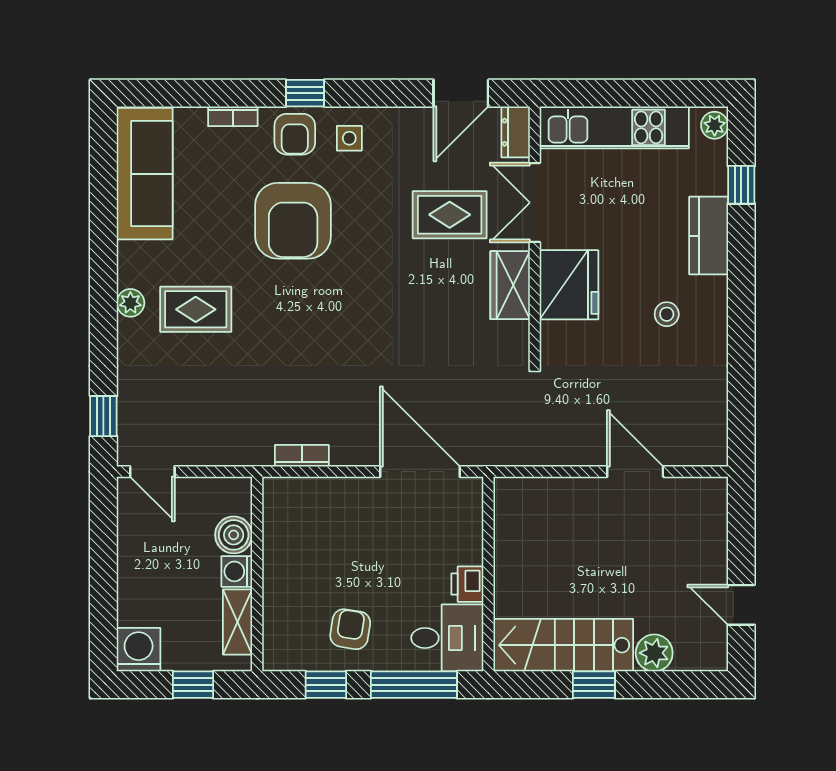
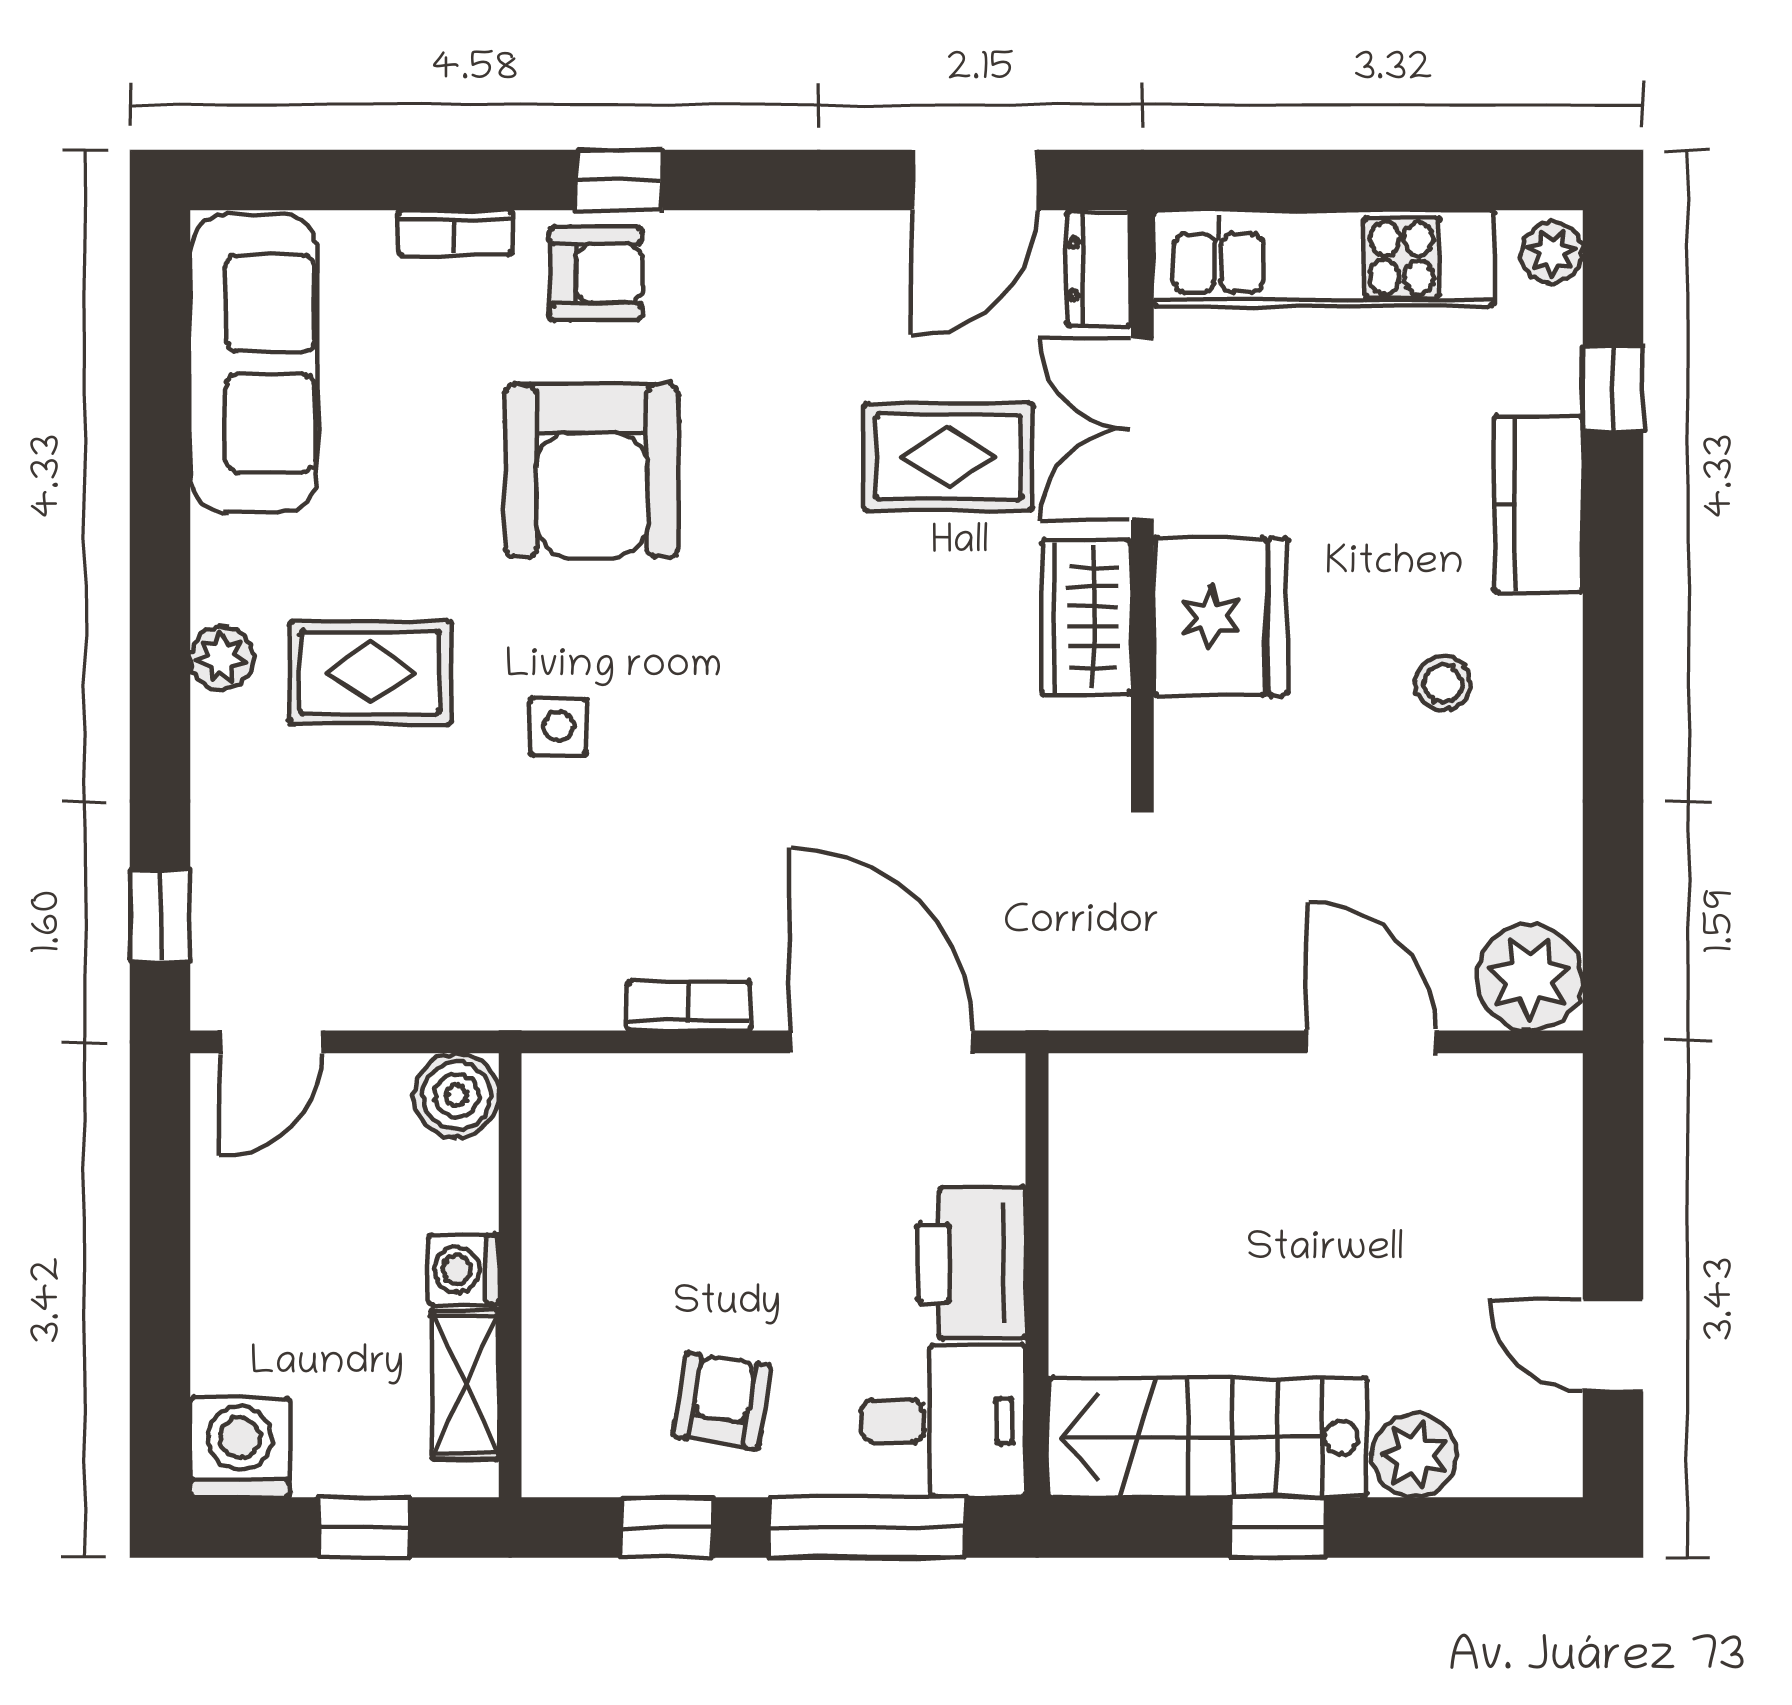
armchair: (295, 134) -> (596, 273), turned -90
side table: (349, 138) -> (558, 726), moved
plant: (705, 443) -> (1530, 977), added
bookcase: (302, 456) -> (689, 1006), moved
door: (152, 472) -> (271, 1042), hinge flipped
boiler: (234, 535) -> (457, 1095), moved
printer: (467, 584) -> (971, 1263), width x1.87, depth x1.48

